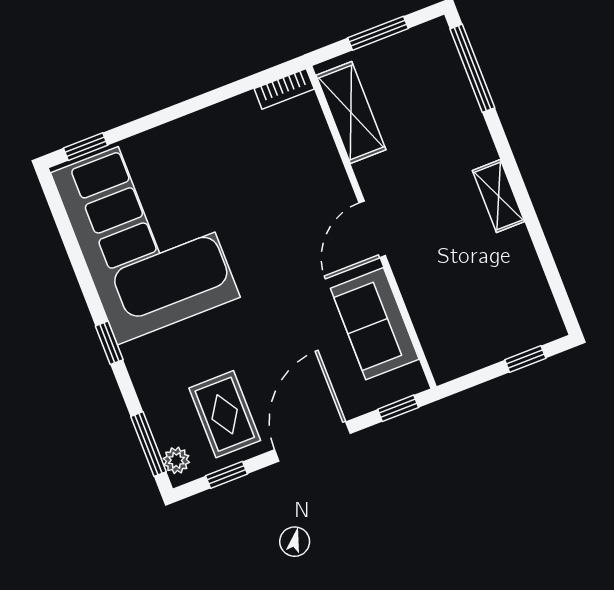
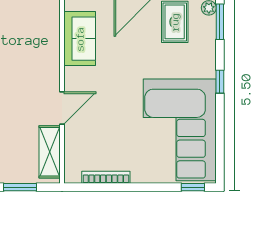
bookcase: (284, 89) -> (106, 177), moved, width x1.56
door: (372, 229) -> (62, 108), moved

